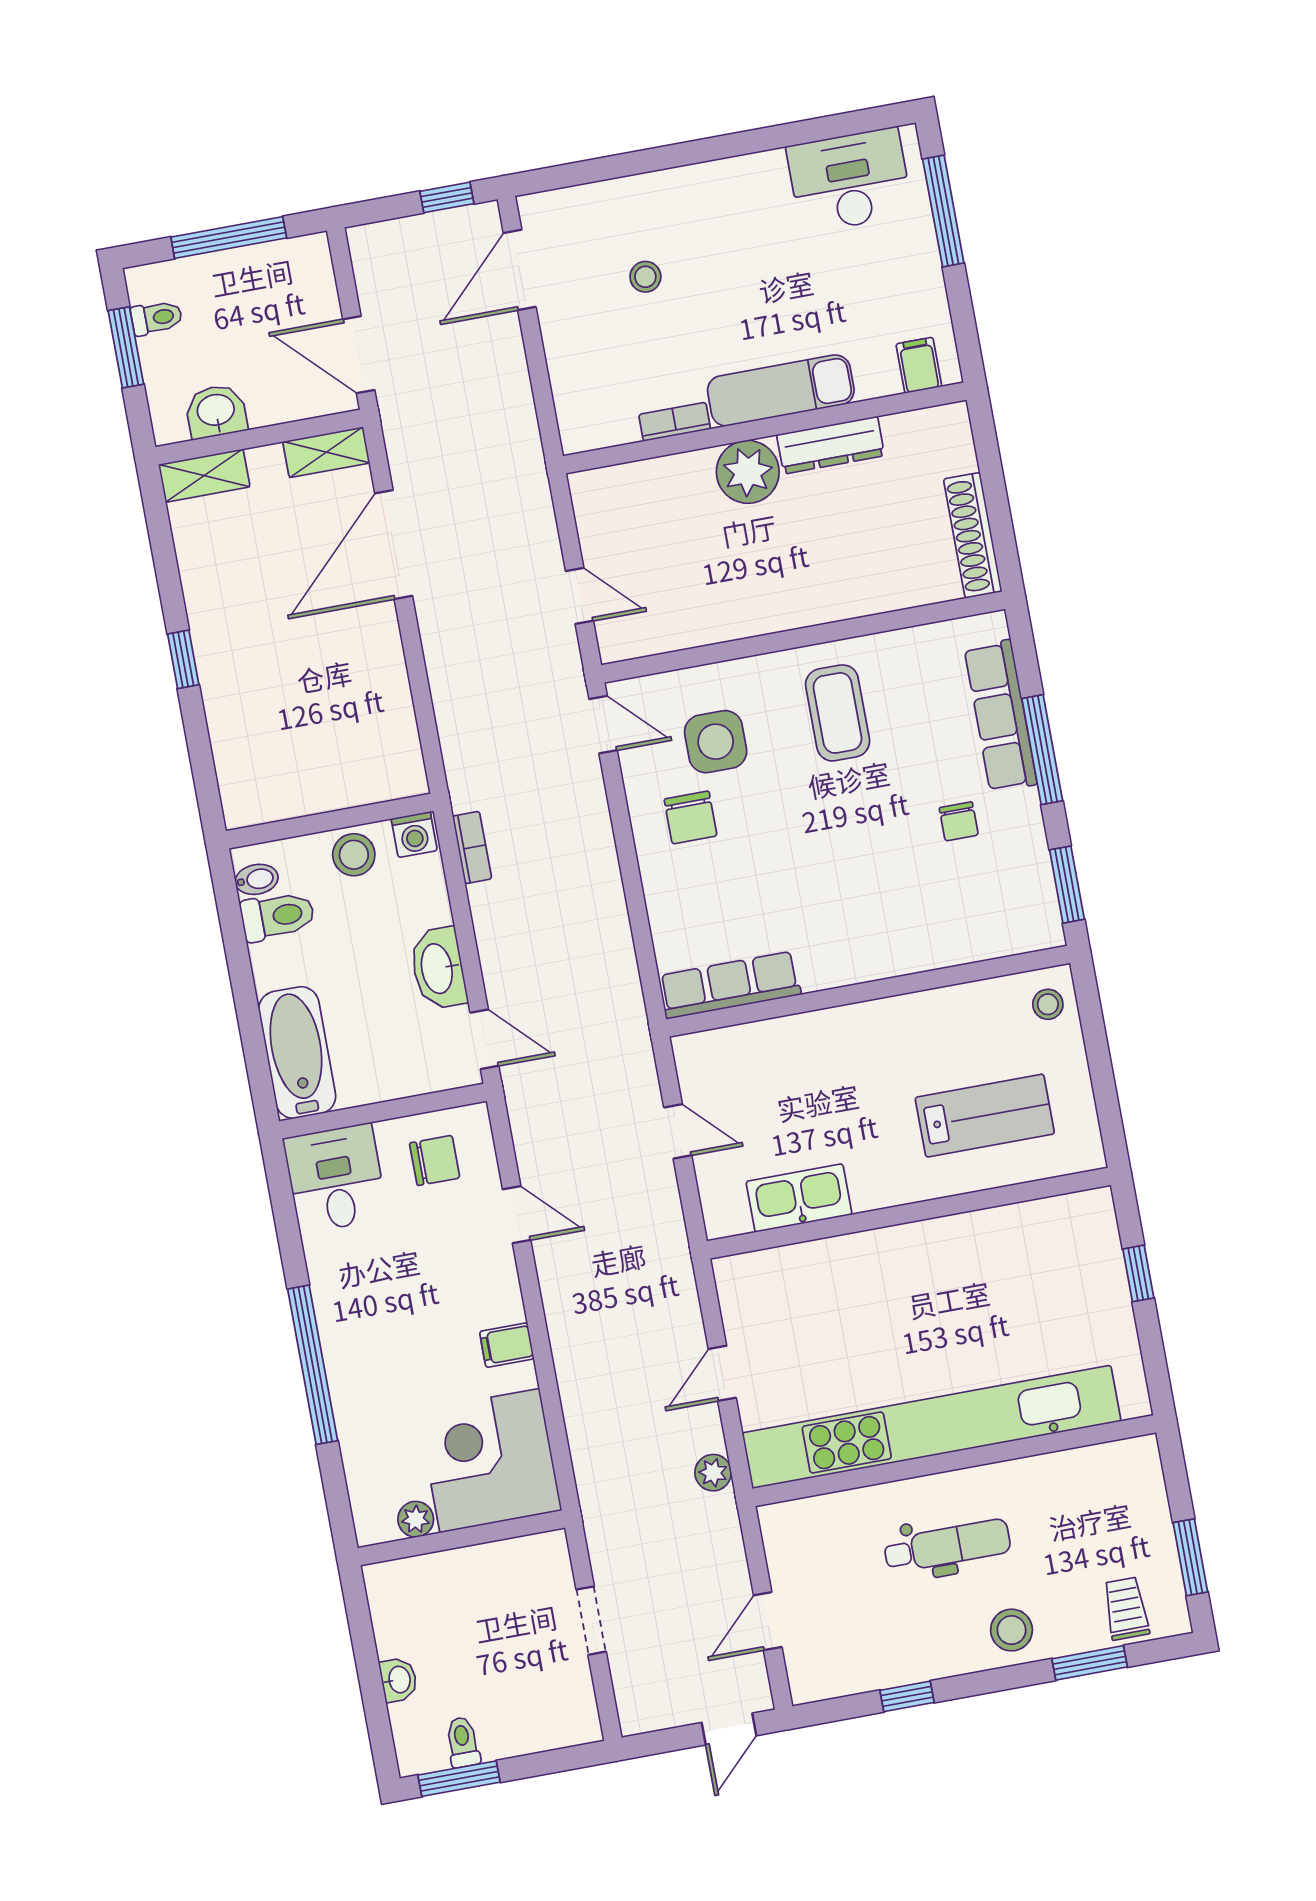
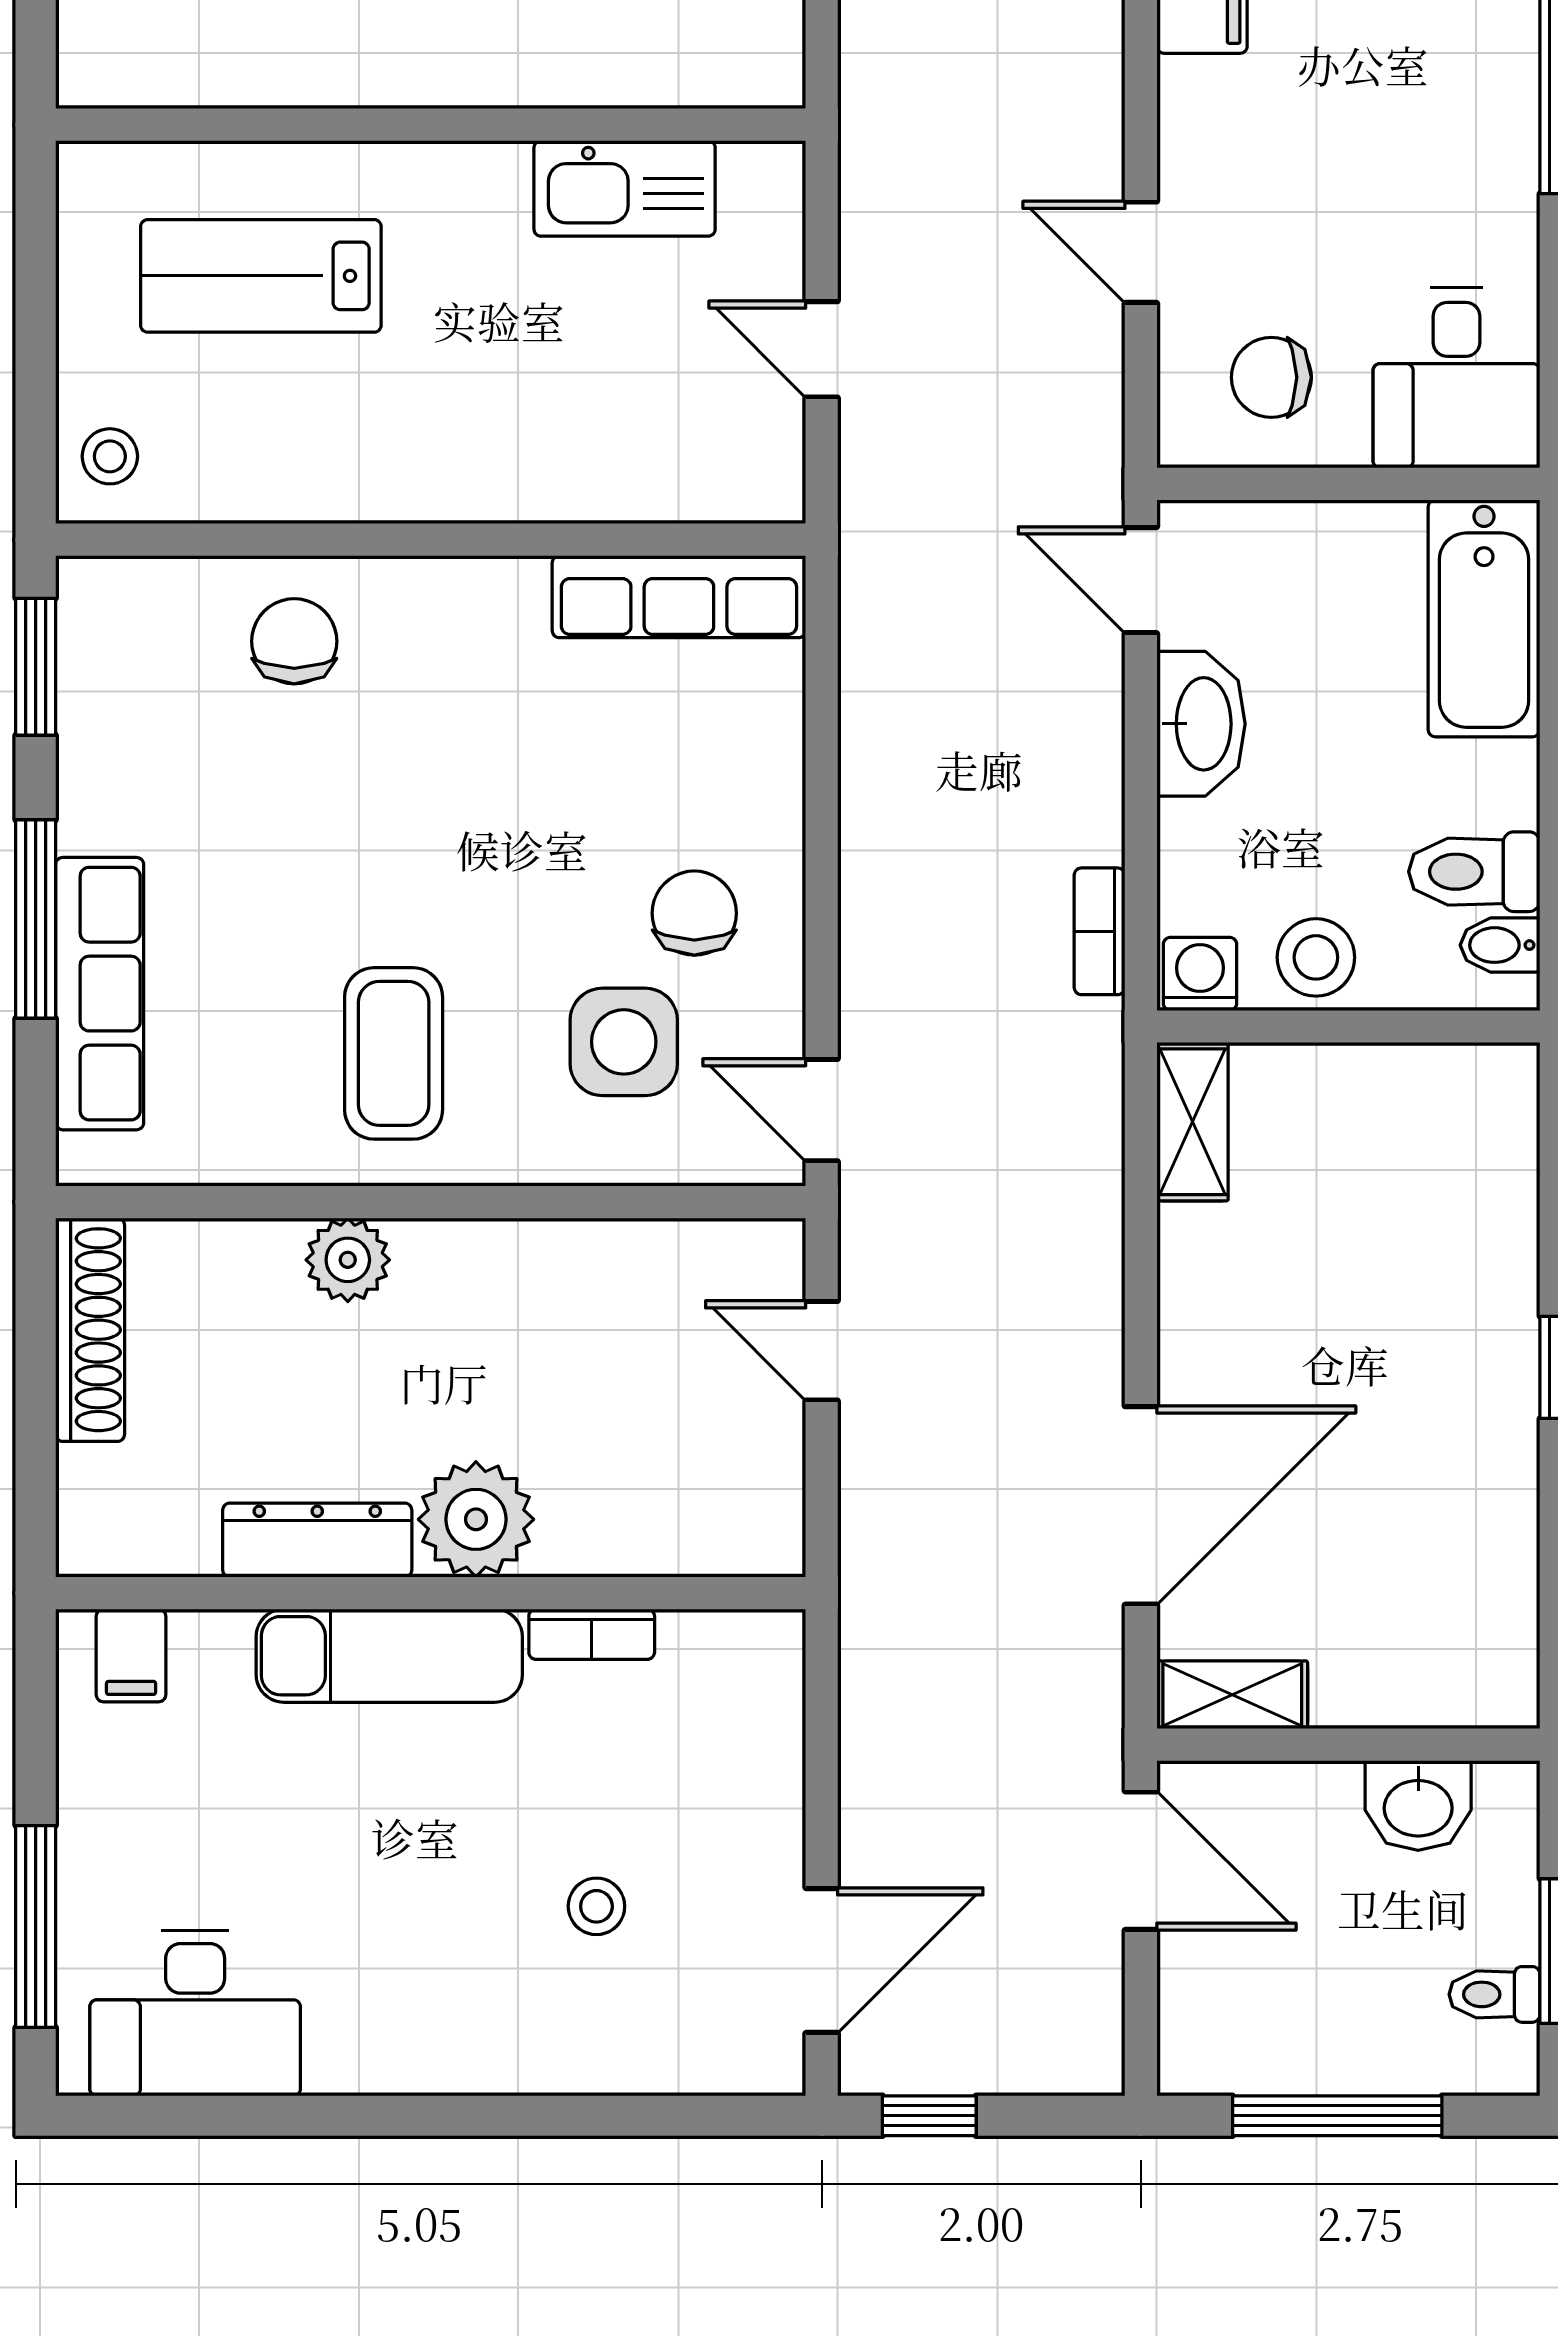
shelving: (204, 476) -> (1192, 1122), moved, turned 90
plant: (842, 598) -> (348, 1260), added
chair: (959, 821) -> (294, 641), moved, width x1.37, depth x1.37

